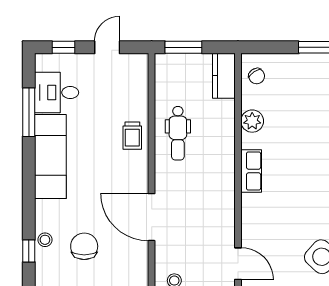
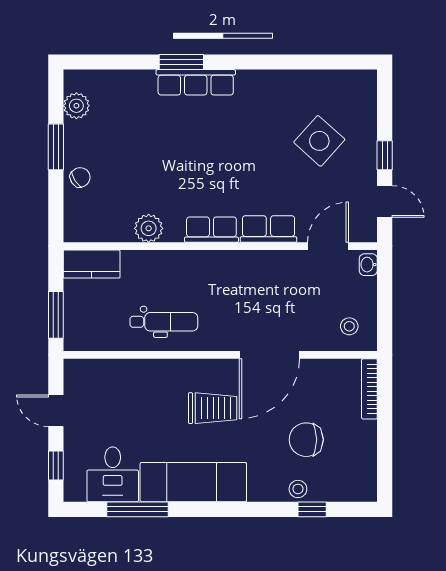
chair: (257, 76) -> (80, 177), moved
trolley: (132, 136) -> (213, 408), moved, width x1.36, depth x1.39
row of seats: (252, 216) -> (268, 229), added

